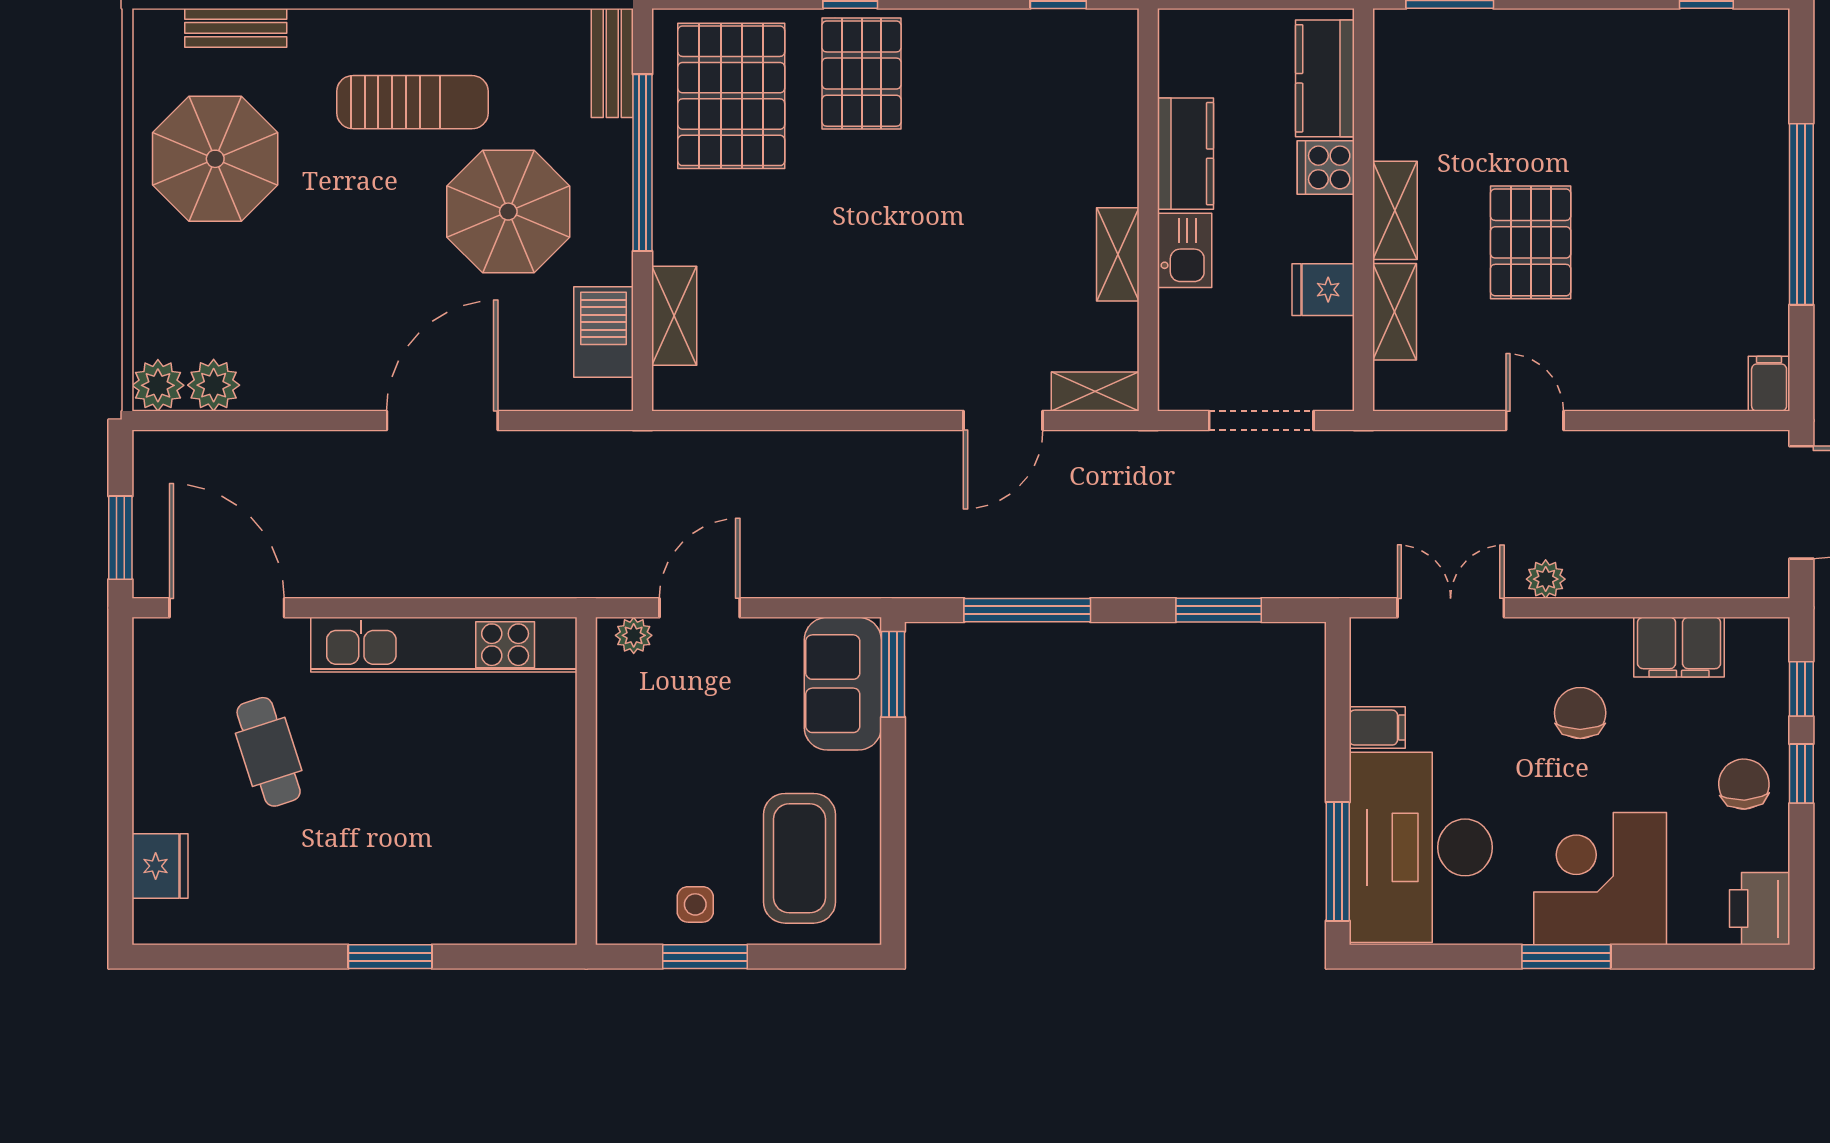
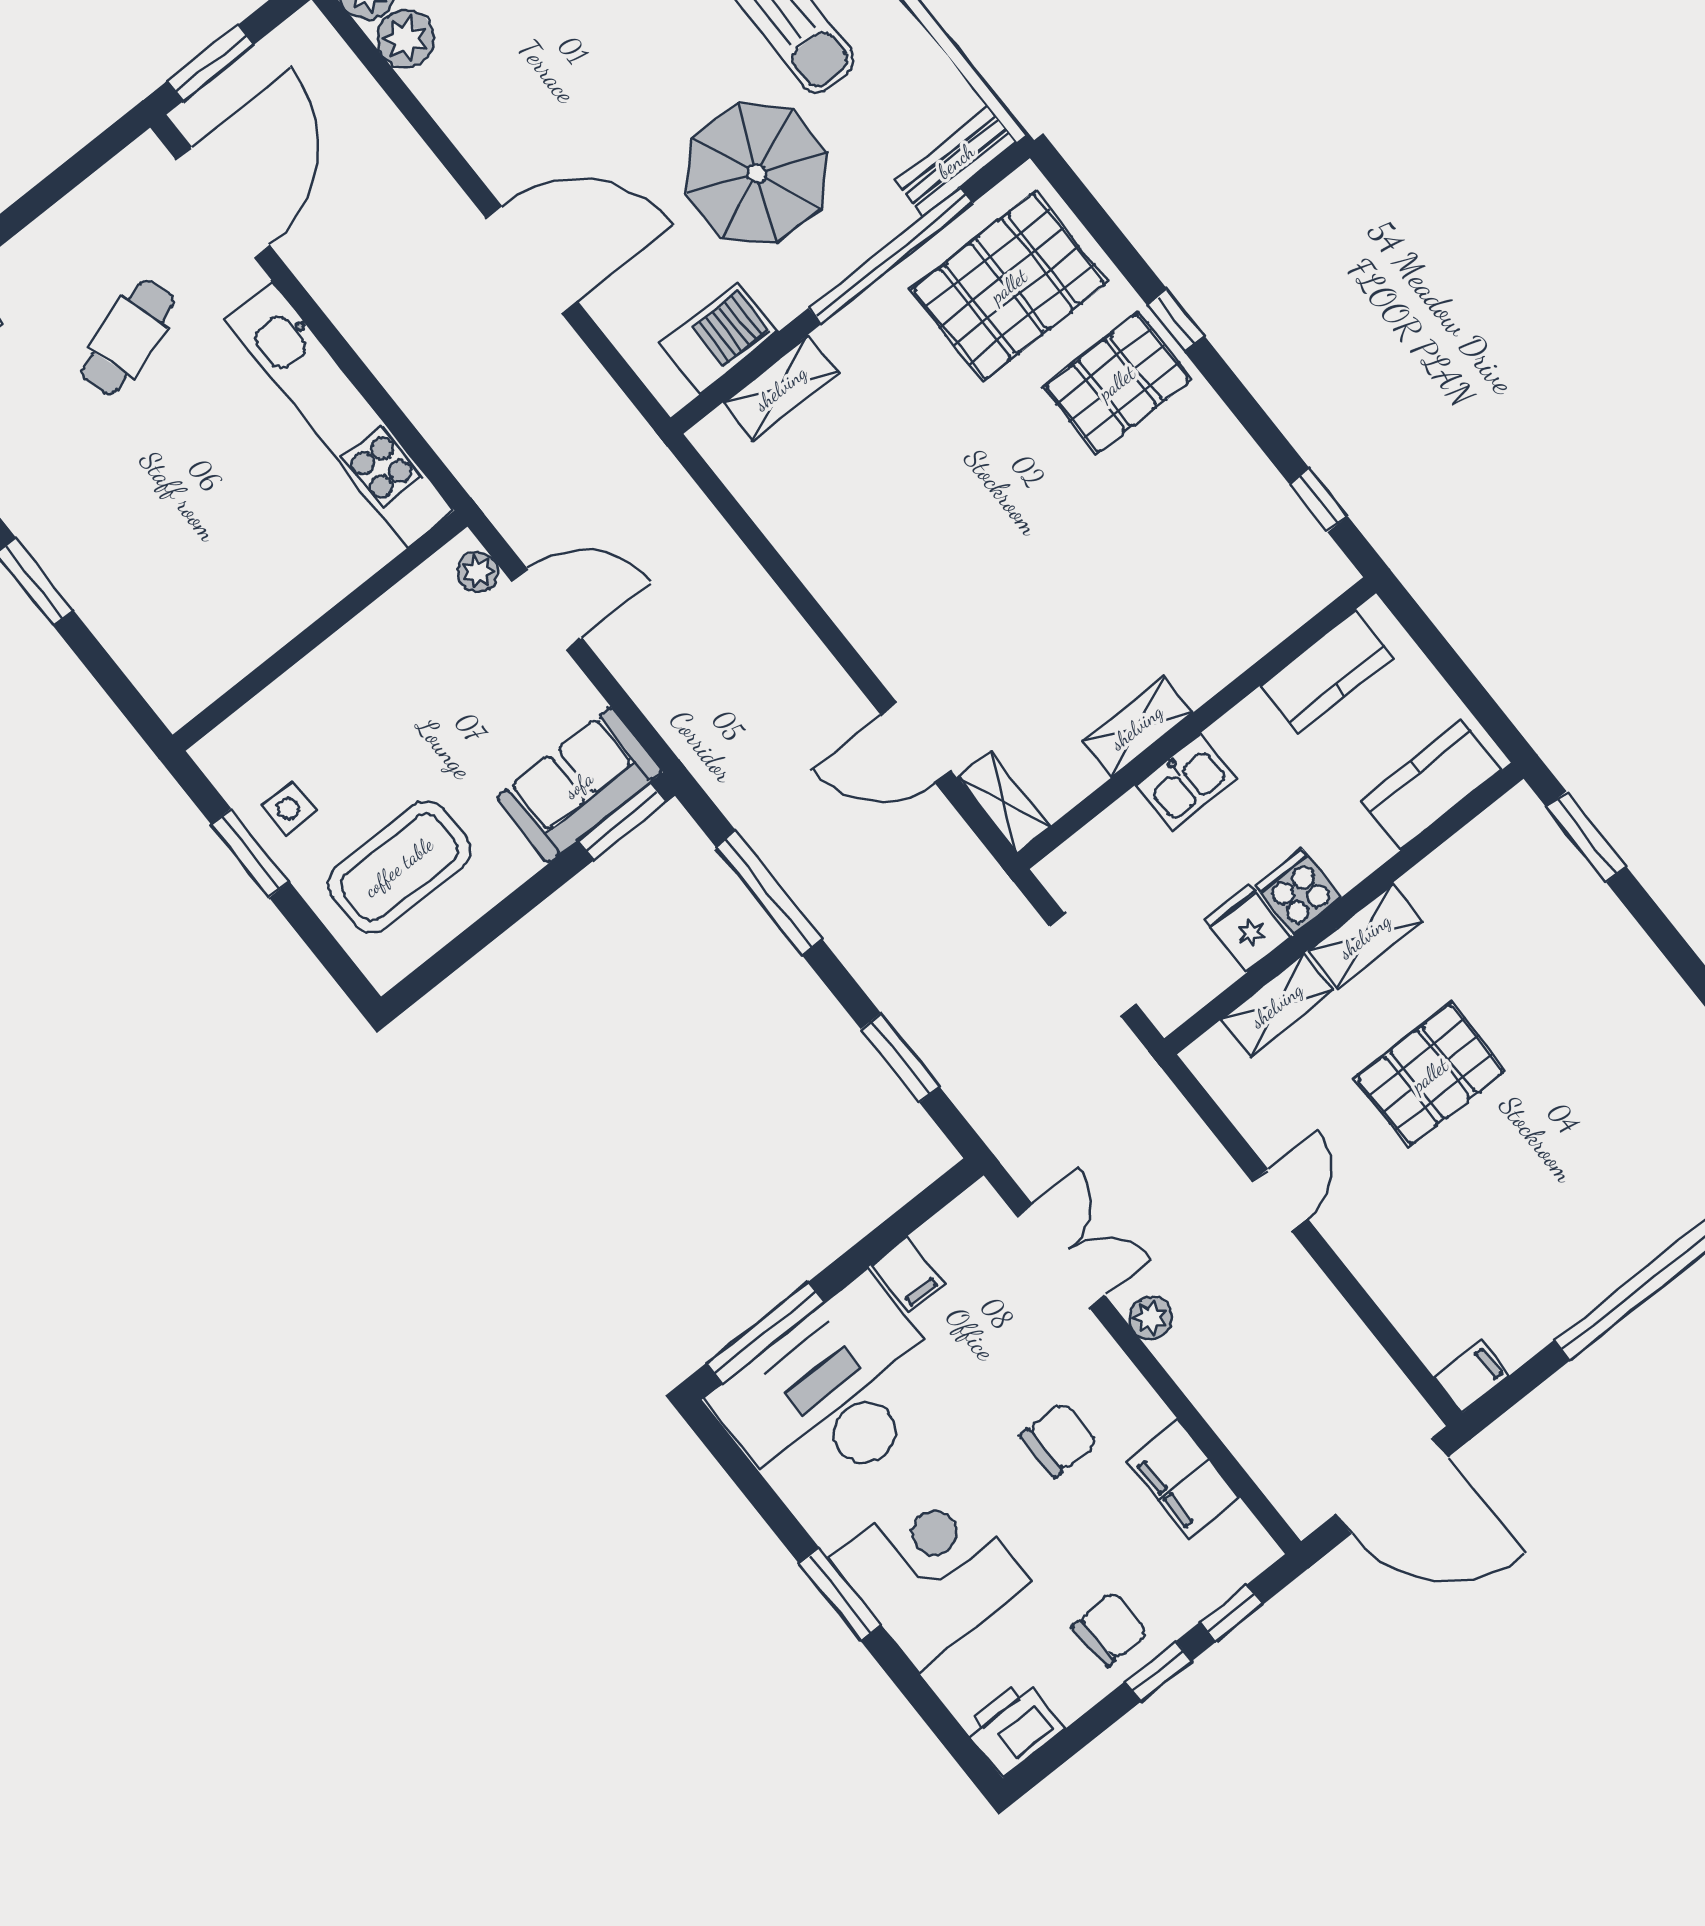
kitchen counter: (1185, 154) -> (1327, 672), moved
cooker: (1326, 167) -> (1298, 892), moved

